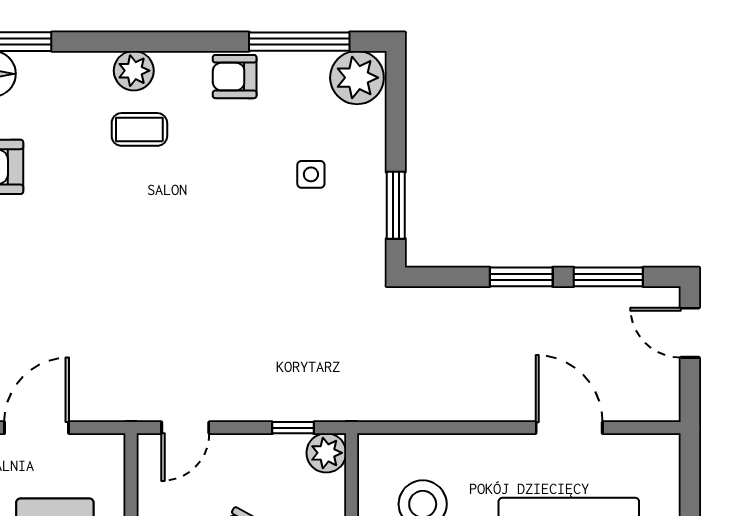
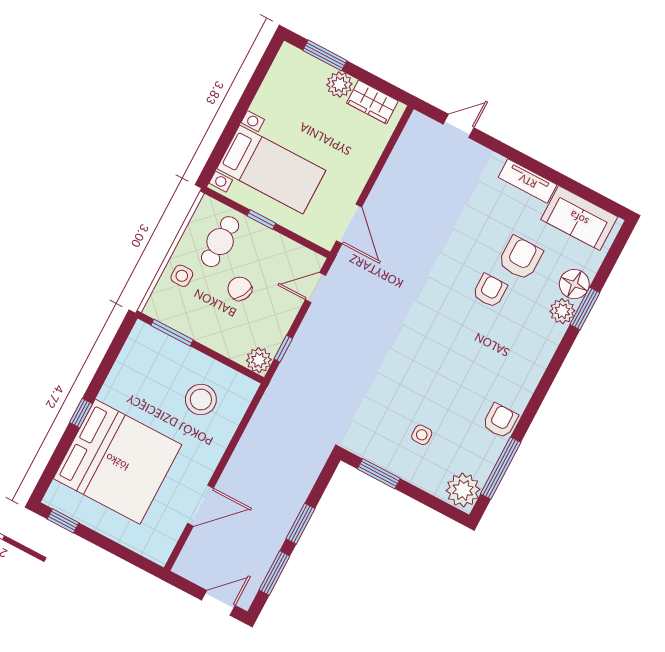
plant: (134, 71) -> (562, 311), moved
coffee table: (139, 129) -> (499, 351), removed
armchair: (63, 185) -> (490, 291), added
door: (37, 428) -> (349, 224), moved
door: (185, 428) -> (315, 288), hinge flipped

